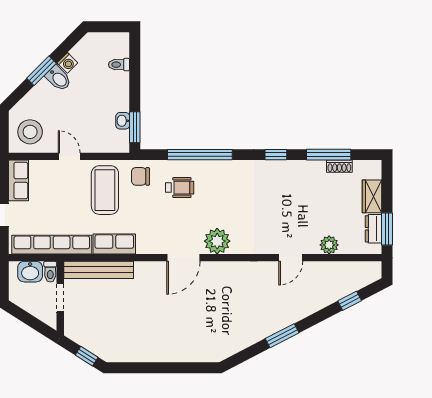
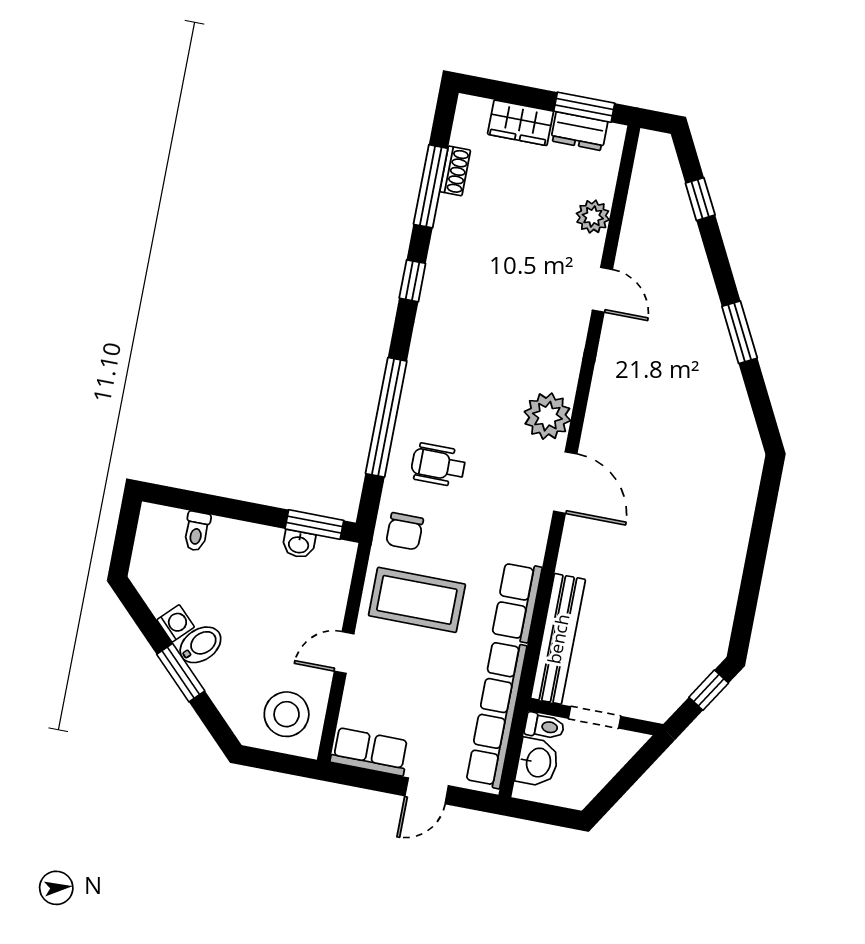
wheelchair: (180, 188) -> (438, 465), turned -90

